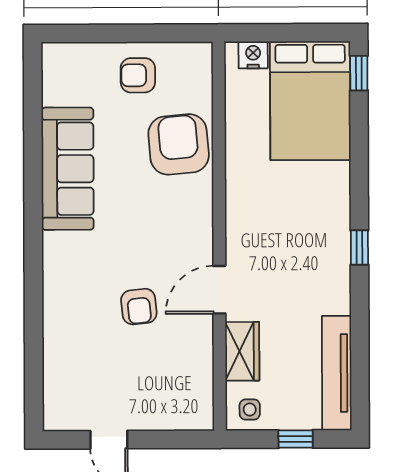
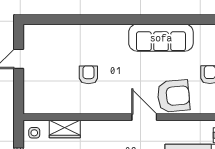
door: (219, 290) -> (144, 117), moved
armchair: (139, 307) -> (88, 75), turned 96

